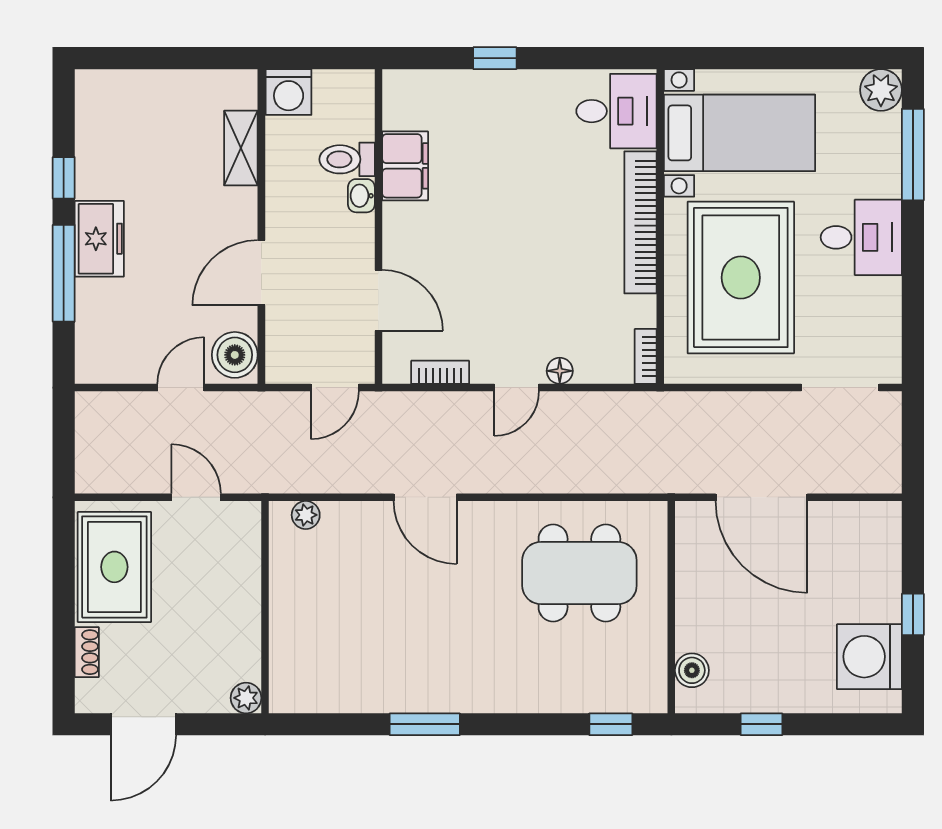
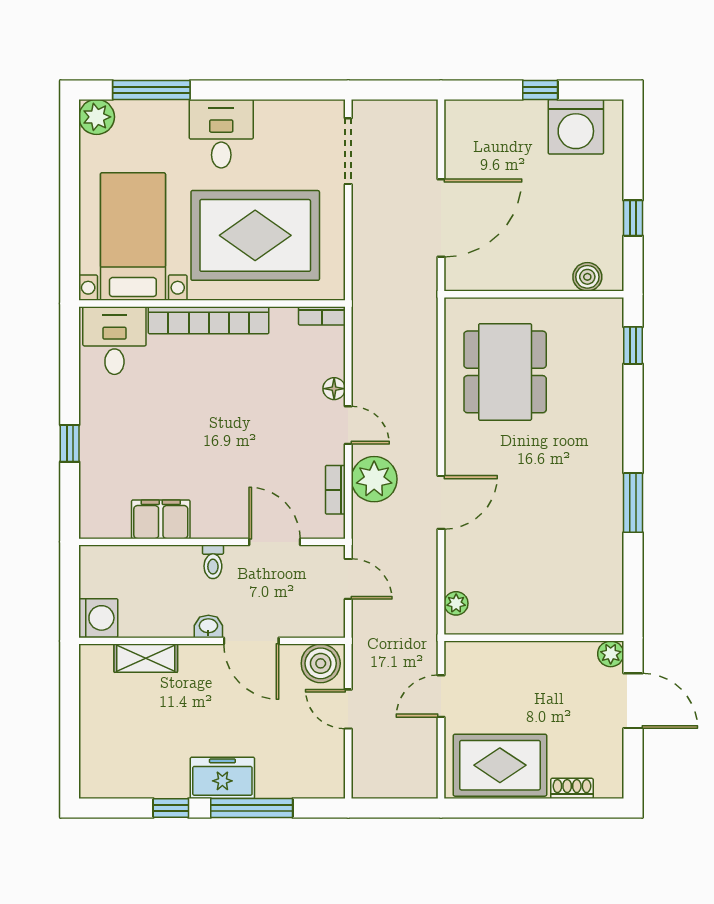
toilet: (347, 159) -> (213, 562), moved, width x0.73, depth x0.72
washbasin: (361, 196) -> (208, 626), moved, turned 180
door: (378, 300) -> (275, 542), hinge flipped
plant: (453, 418) -> (374, 479), added
door: (143, 724) -> (633, 701), moved

